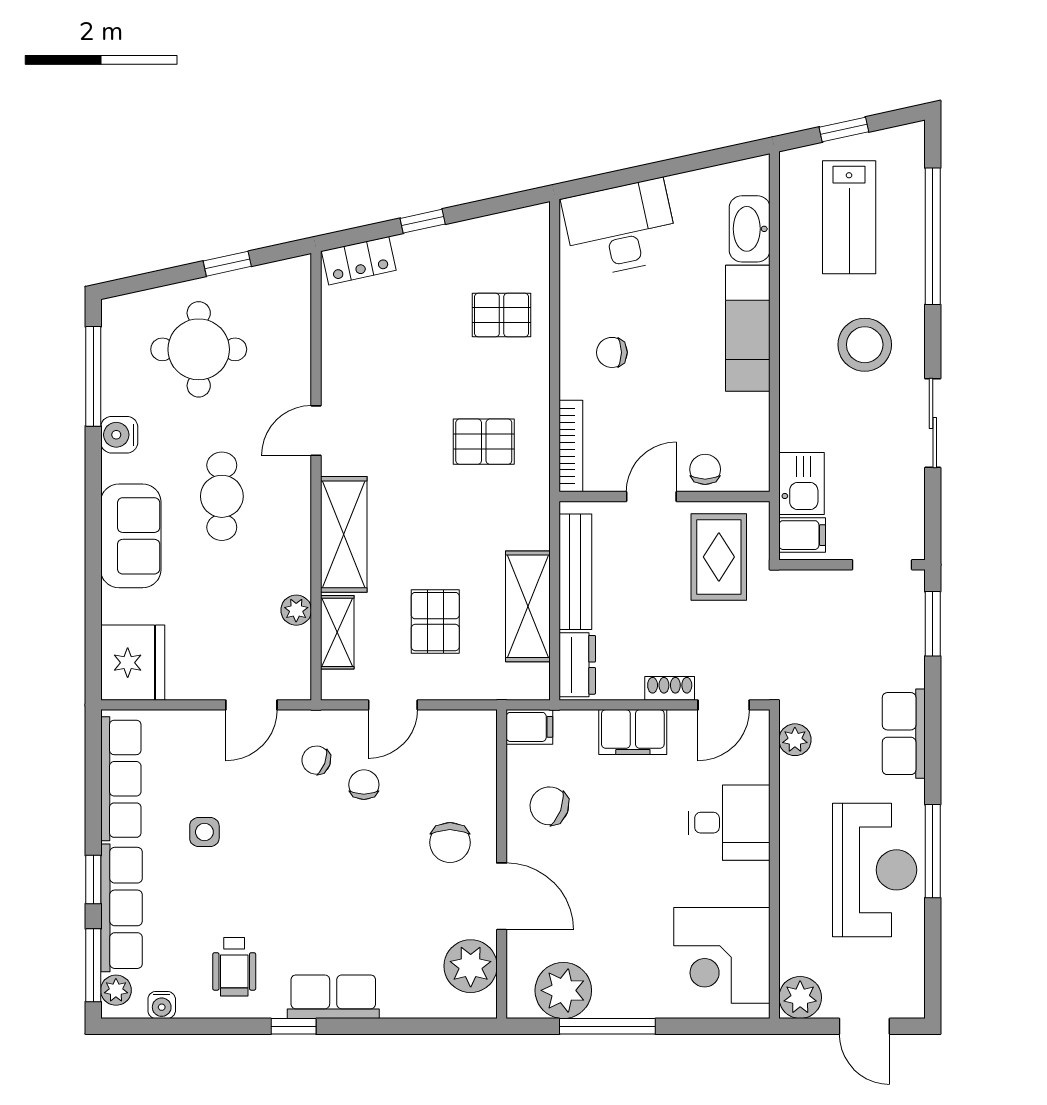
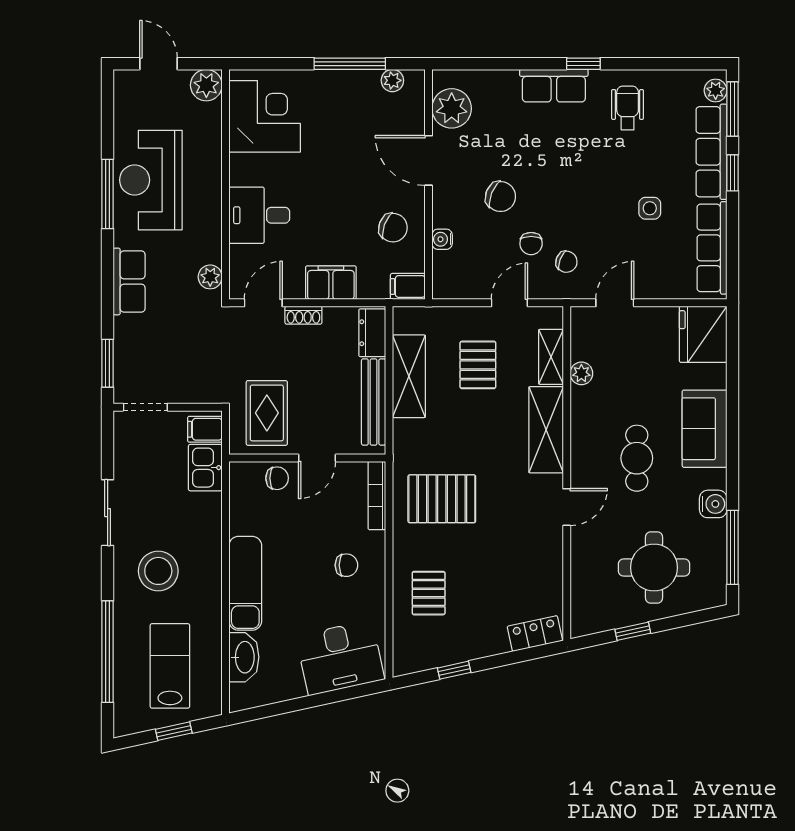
window: (423, 221) -> (454, 670), moved
pallet: (502, 315) -> (429, 593), turned 90
pallet: (484, 442) -> (442, 499), width x1.50, depth x1.42
chair: (705, 469) -> (277, 478), turned -90
chair: (450, 843) -> (501, 197), moved, turned 112
plant: (563, 990) -> (392, 80), width x0.53, depth x0.53
water cooler: (162, 1005) -> (442, 239), moved, turned -90

